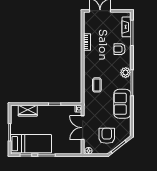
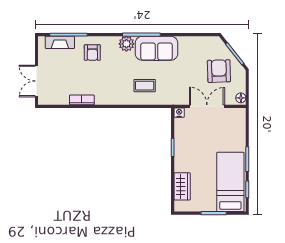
sofa: (122, 104) -> (156, 48), moved
double door: (83, 128) -> (207, 106), swing flipped
armchair: (107, 136) -> (219, 71), turned 88

